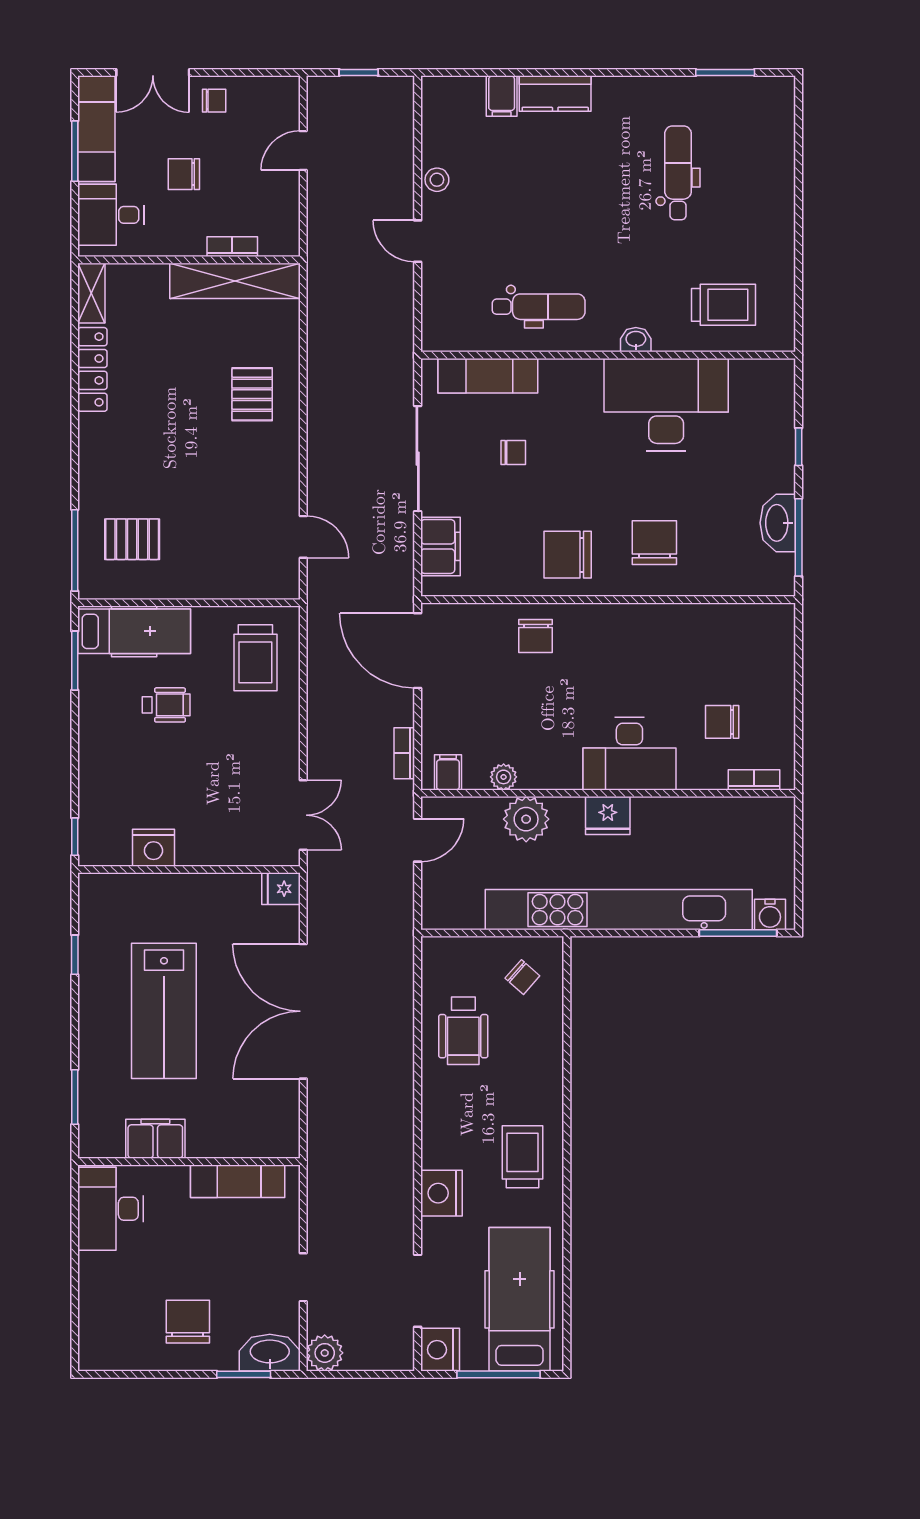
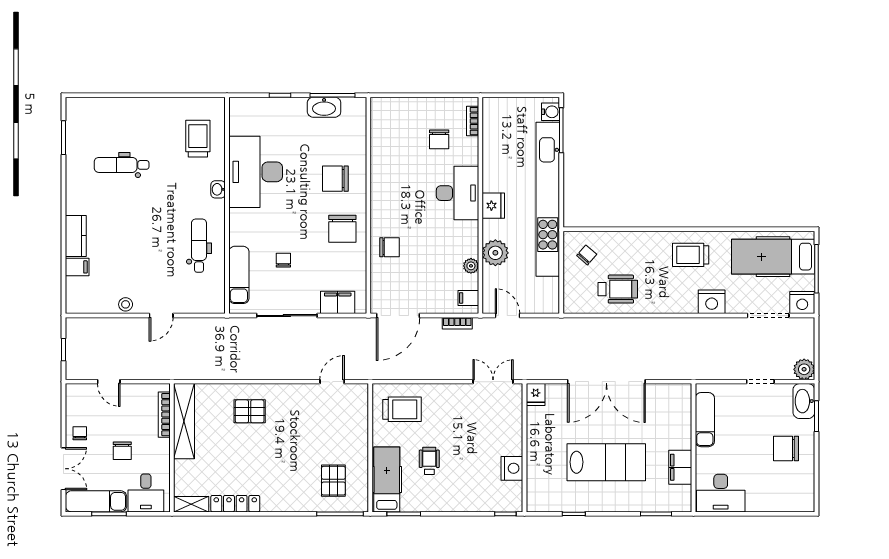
bookcase: (232, 247) -> (164, 415), width x1.56

